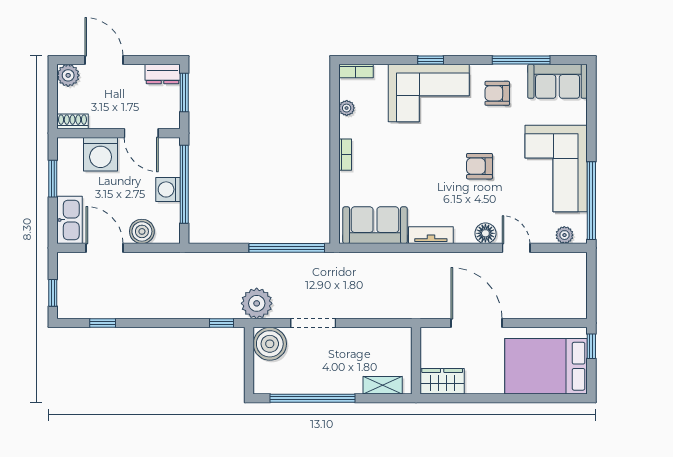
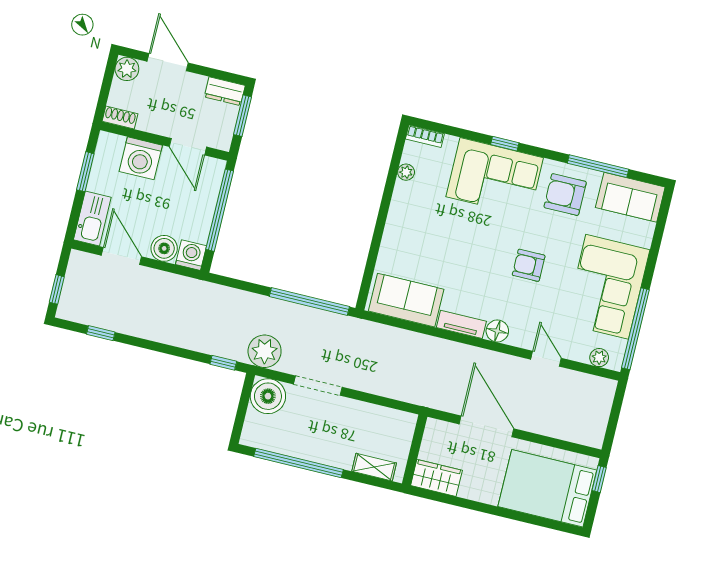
armchair: (497, 93) -> (565, 195), width x1.38, depth x1.38
bookcase: (345, 155) -> (393, 220), removed
washing machine: (168, 189) -> (191, 255), moved, turned 90
floor lamp: (485, 233) -> (497, 331), moved

